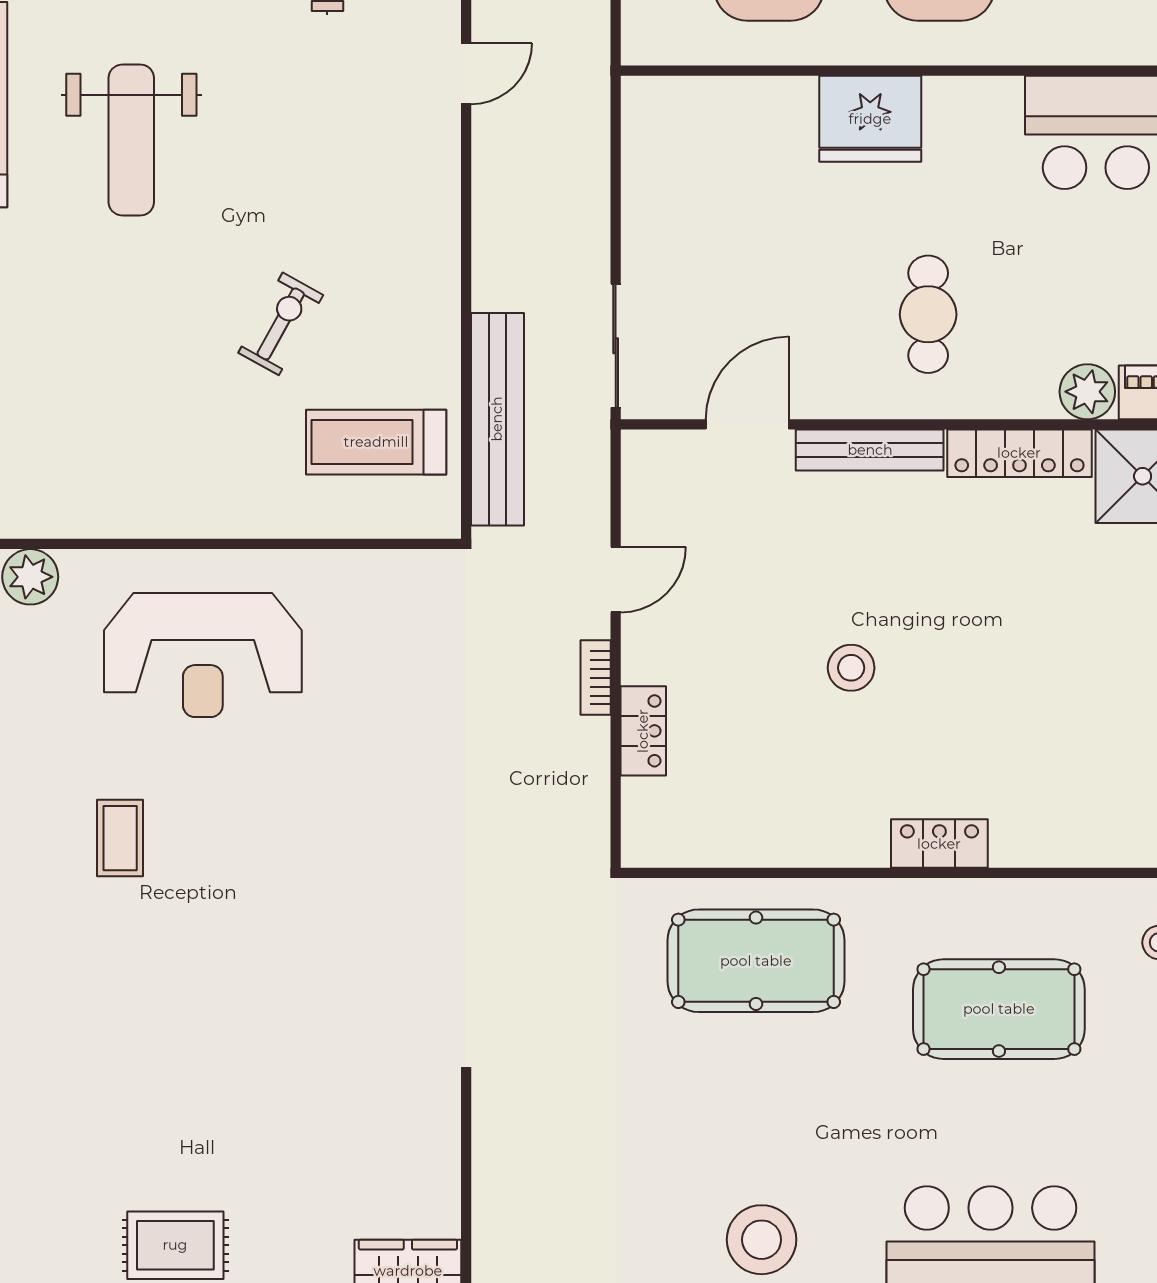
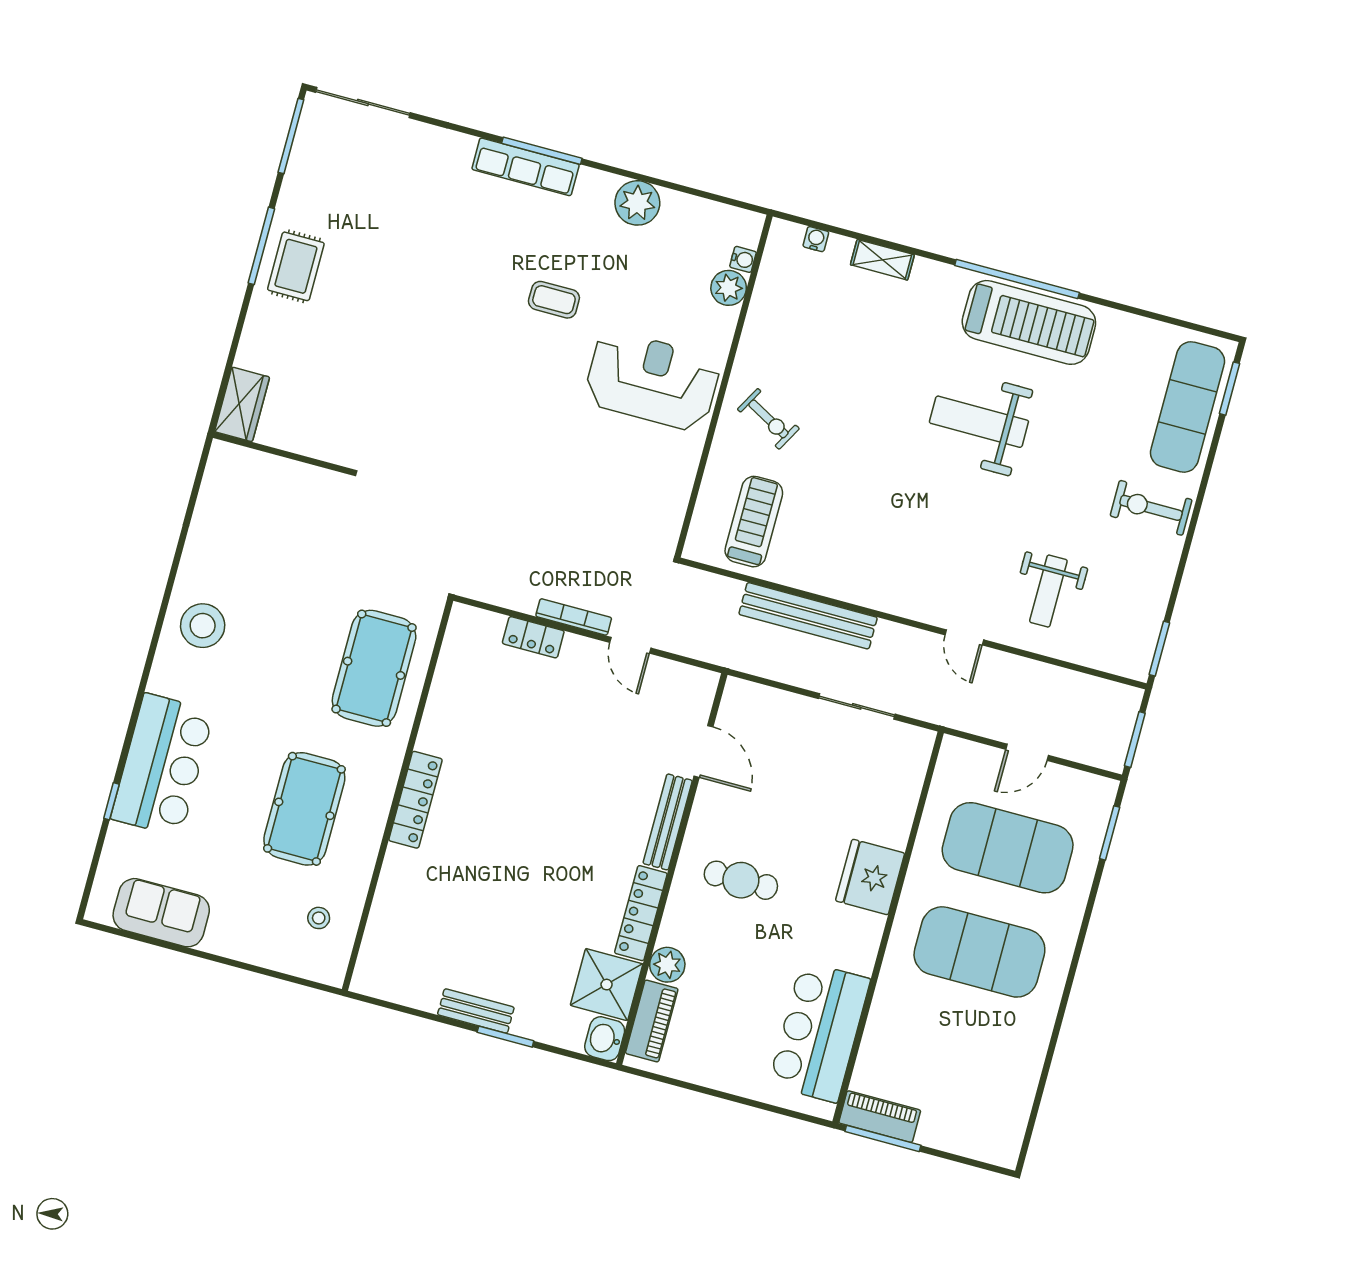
exercise bike: (281, 324) -> (768, 419), moved
sliding door: (616, 346) -> (857, 706), moved
bench: (497, 419) -> (808, 616), moved
reception desk: (203, 655) -> (652, 380), turned 90
stool: (851, 668) -> (537, 775), removed
bookcase: (596, 678) -> (574, 617), width x1.56
locker: (939, 844) -> (415, 800), width x1.53

